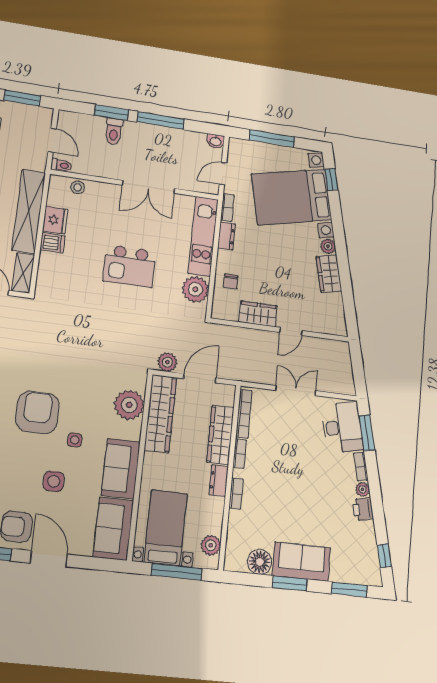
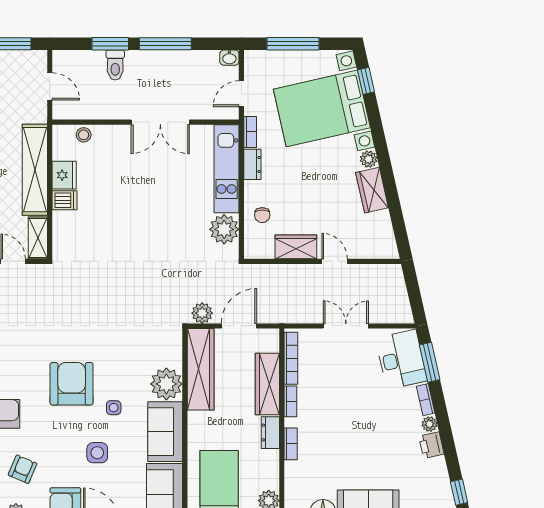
toilet: (61, 165) -> (63, 113), removed
kitchen island: (129, 266) -> (150, 214), removed
door: (291, 331) -> (335, 261), swing flipped
plant: (129, 405) -> (166, 384), moved

